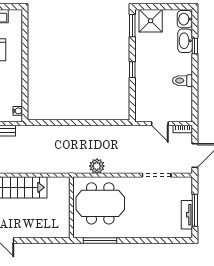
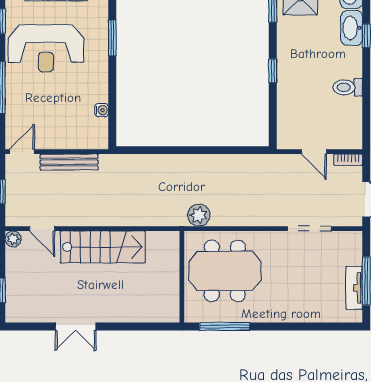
window: (25, 47) -> (112, 38), added
water cooler: (18, 111) -> (102, 110), moved
plant: (97, 166) -> (199, 215), moved

